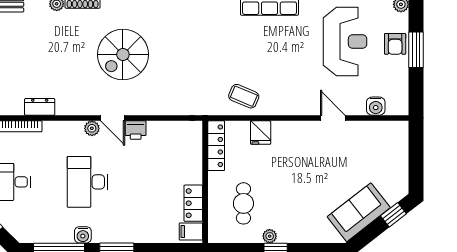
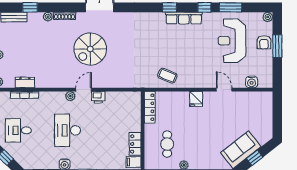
reception desk: (345, 41) -> (232, 41), turned 180
dresser: (40, 107) -> (25, 82), moved
door: (113, 118) -> (84, 90), swing flipped
fridge: (261, 133) -> (196, 99), moved
window: (393, 215) -> (255, 158), moved

